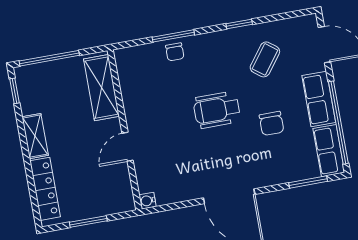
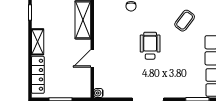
wheelchair: (217, 110) -> (150, 46), turned 90
chair: (271, 123) -> (182, 60), removed

